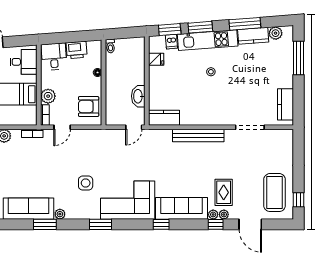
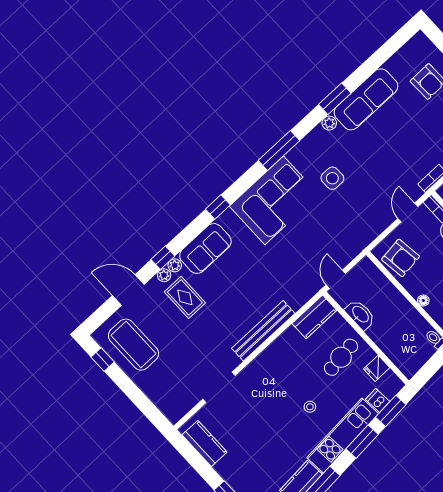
cafe table: (170, 83) -> (341, 357), added
armchair: (89, 107) -> (401, 258), turned 83
sofa: (181, 208) -> (205, 248), width x0.73
window: (100, 224) -> (279, 150), width x1.44

